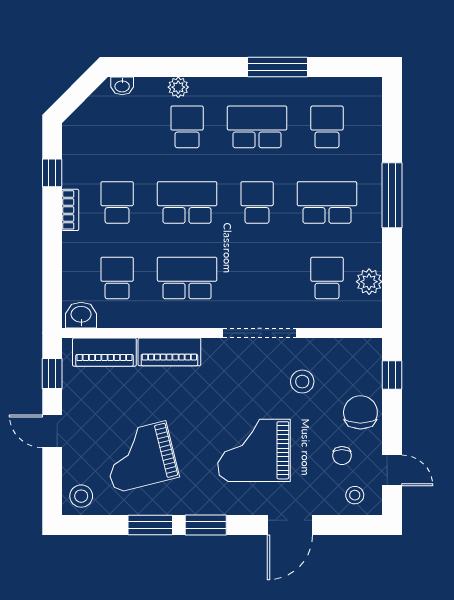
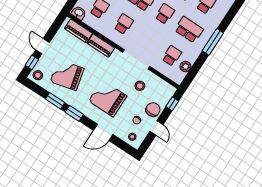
school desk: (187, 278) -> (124, 24), width x0.54
window: (52, 374) -> (32, 62), moved
door: (392, 470) -> (156, 128), moved

